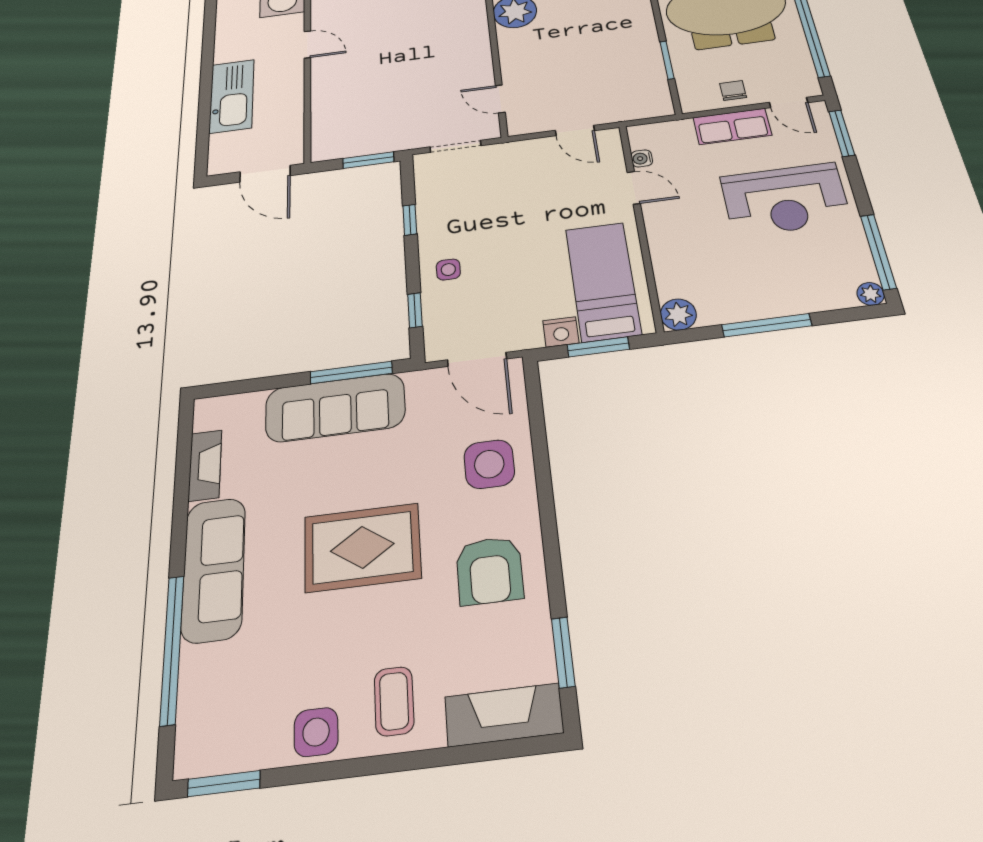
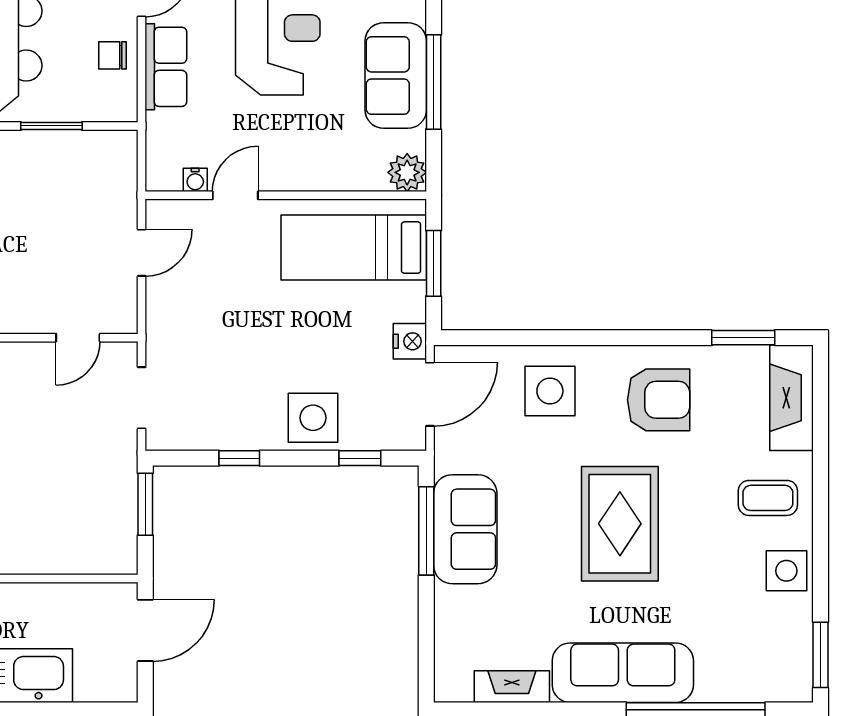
side table: (448, 270) -> (313, 418), width x1.87, depth x1.87
sofa: (765, 294) -> (396, 75), added
nightstand: (561, 332) -> (410, 341), moved
sofa: (335, 408) -> (465, 529), width x0.73

